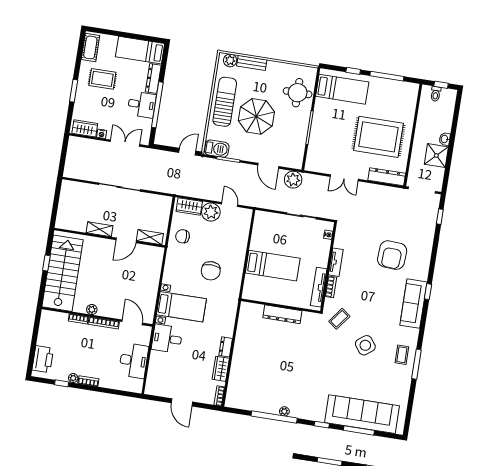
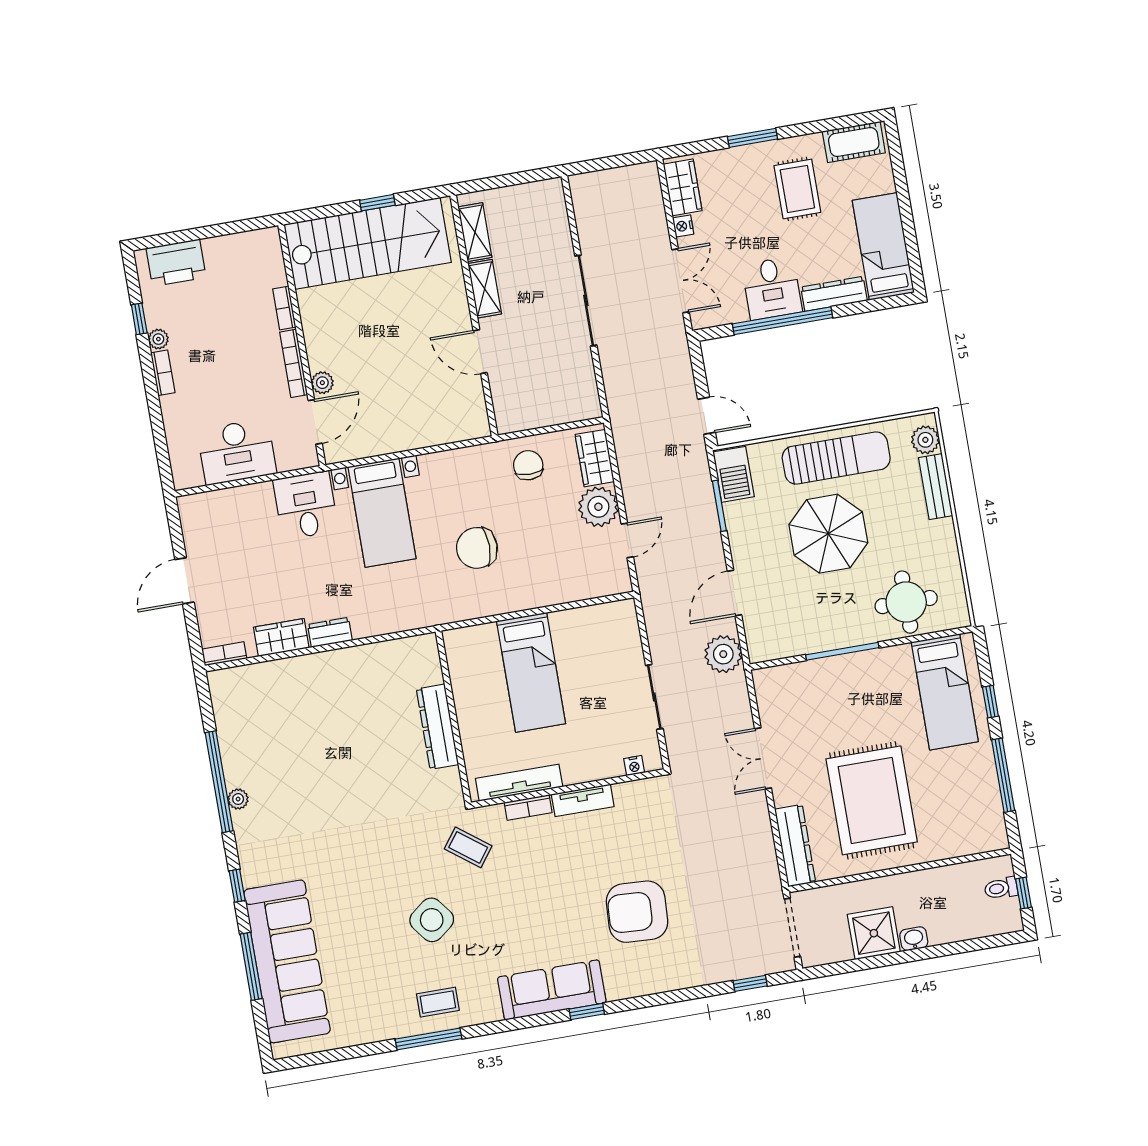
shelving: (150, 237) -> (475, 232), moved
plant: (92, 310) -> (322, 383), moved

